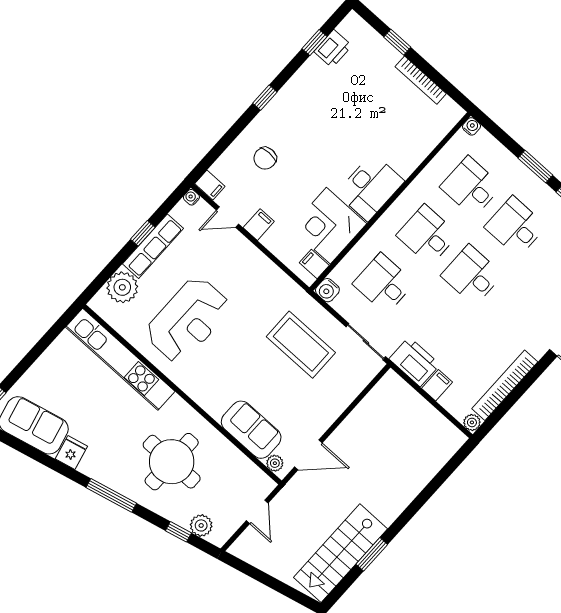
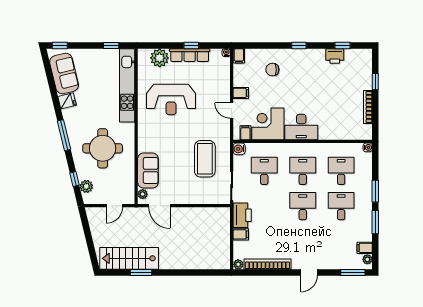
printer: (333, 49) -> (335, 56), moved
door: (227, 217) -> (232, 111), moved
window: (52, 334) -> (111, 46), added

